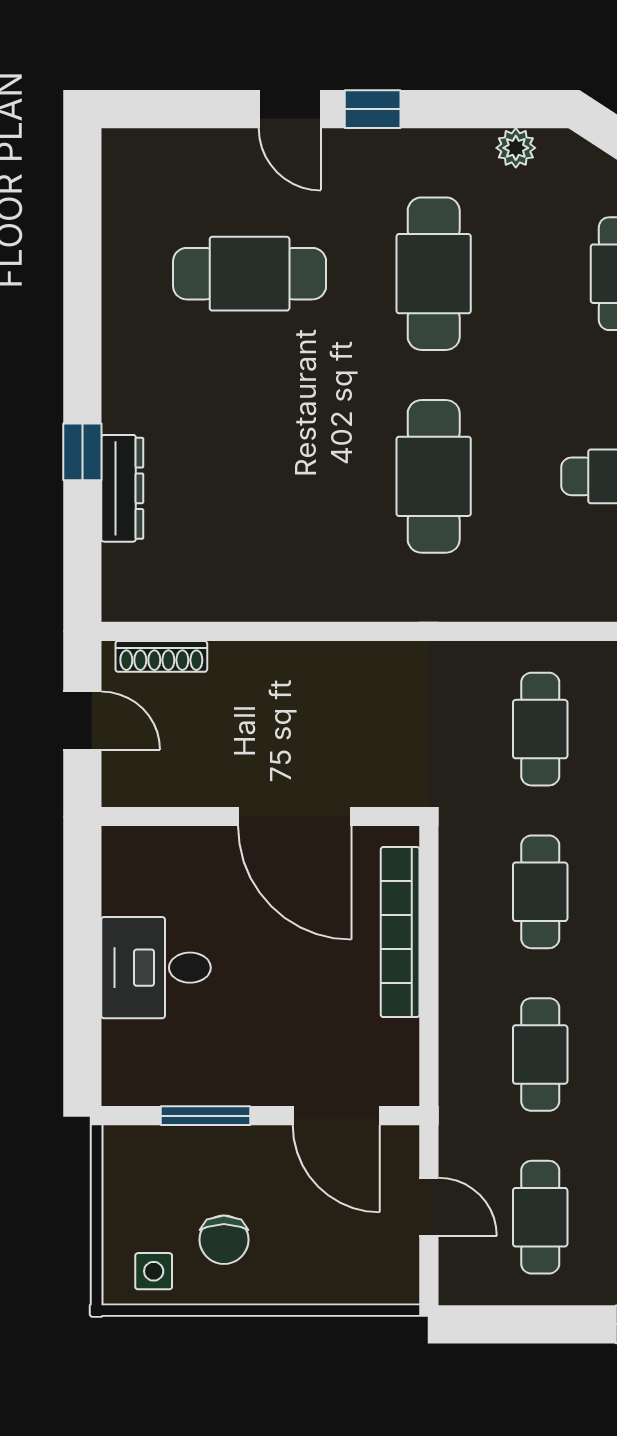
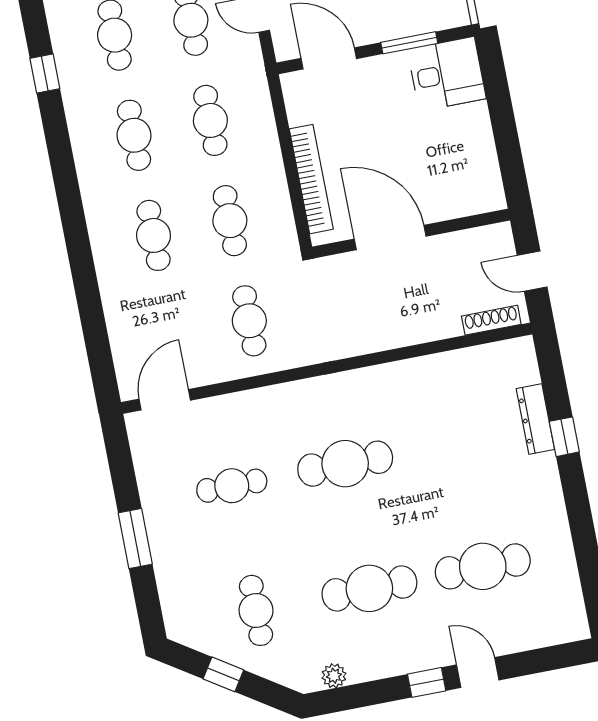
cafe table: (434, 274) -> (369, 588), turned 90
cafe table: (434, 476) -> (345, 464), turned 90
desk: (156, 968) -> (447, 74), moved

